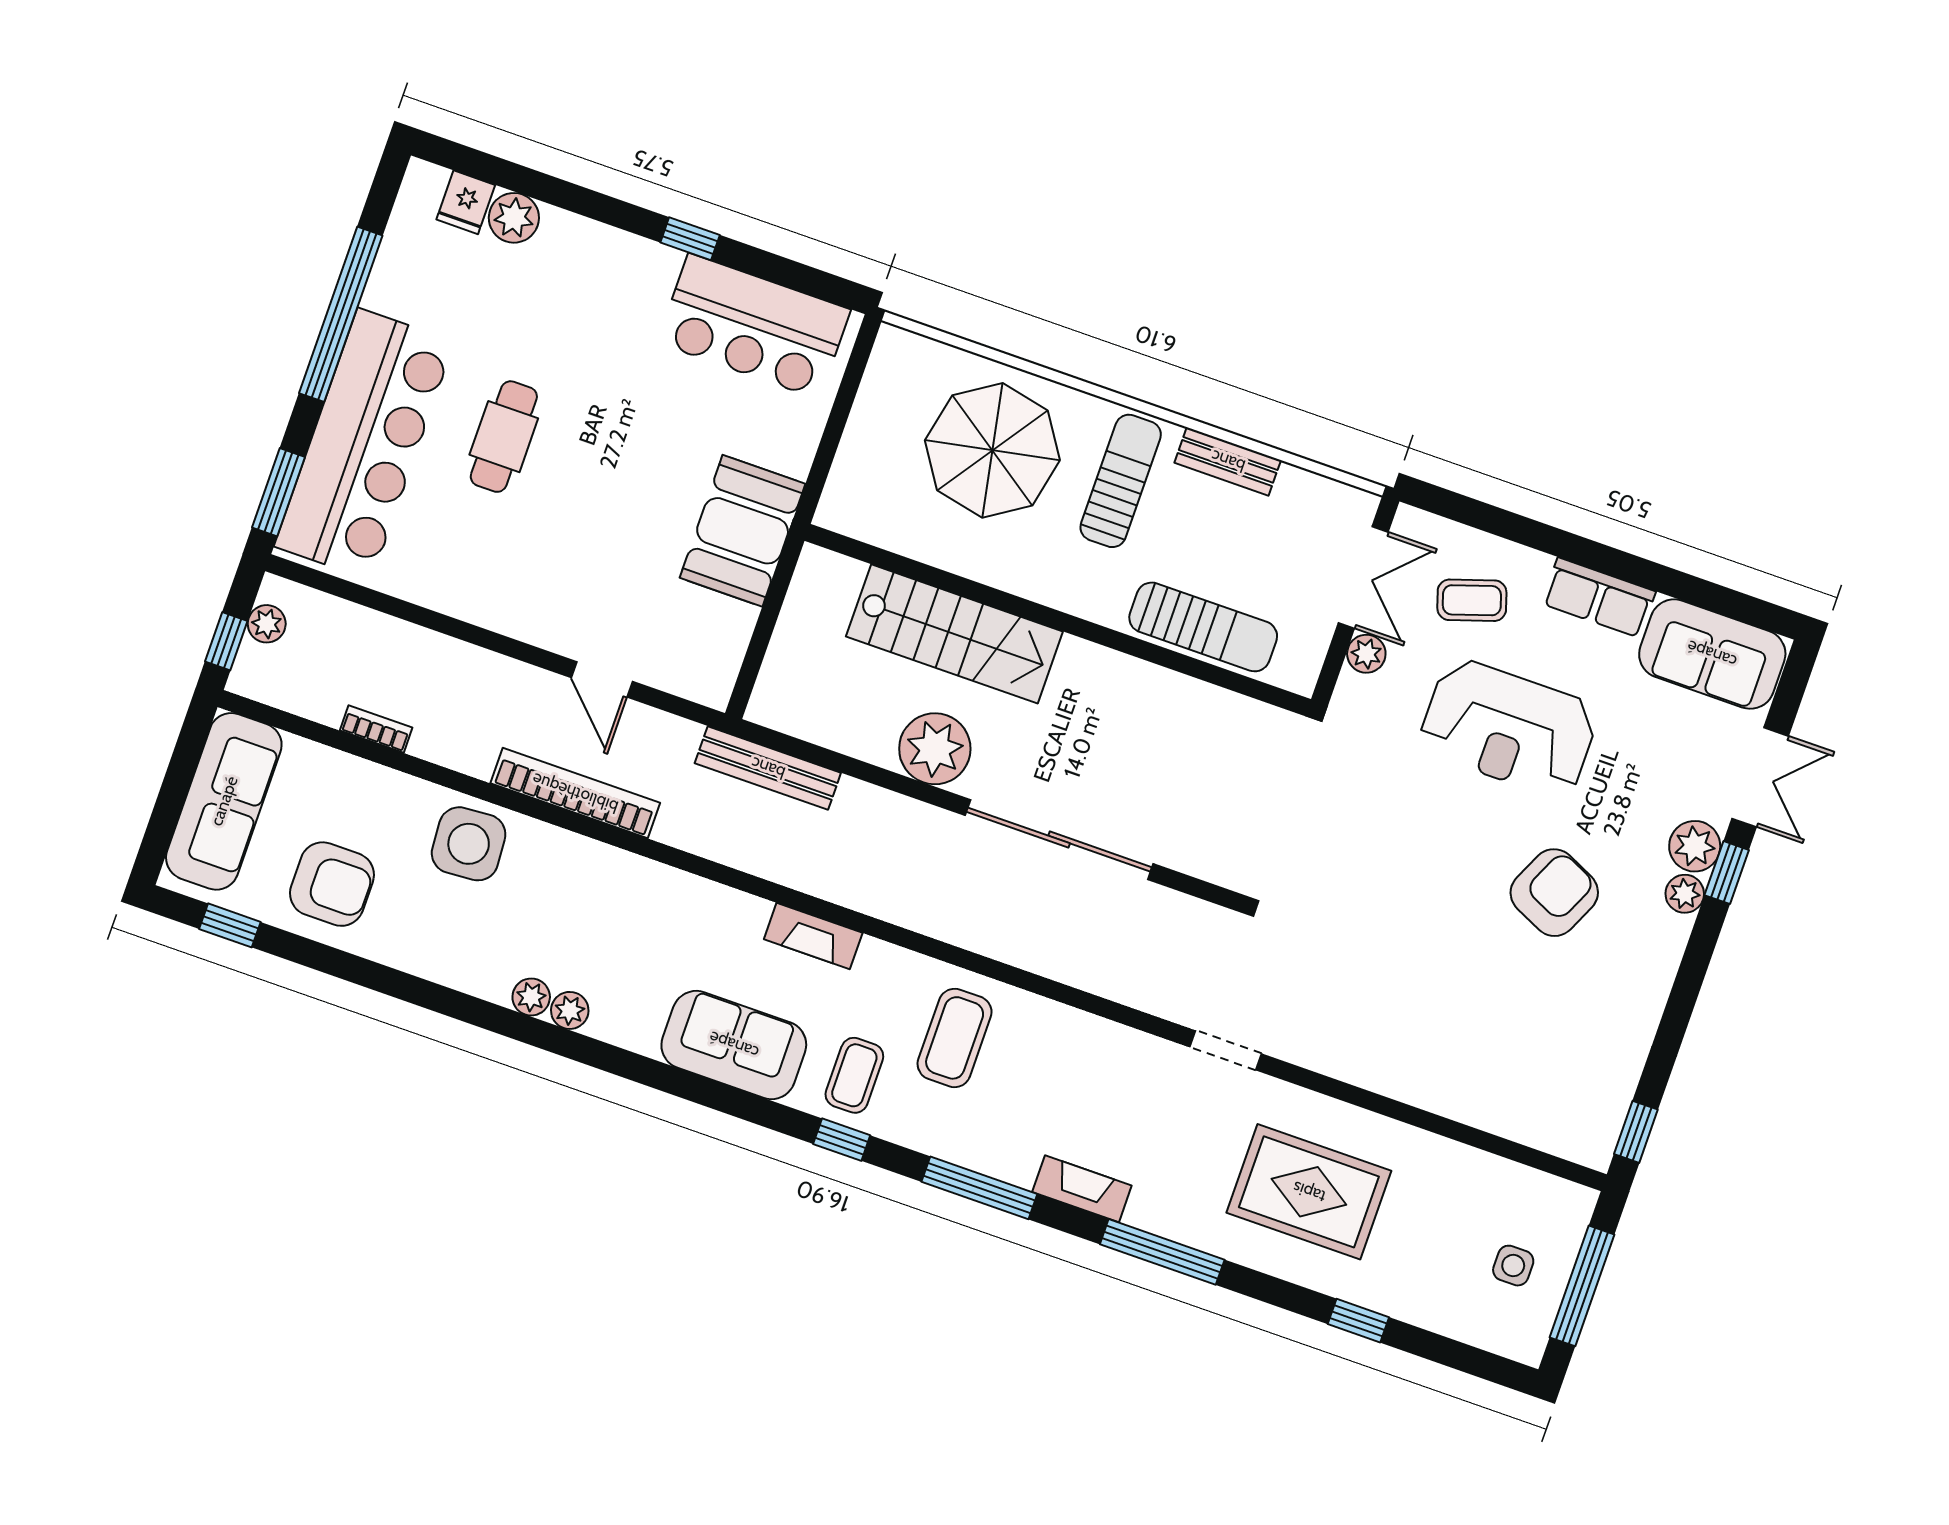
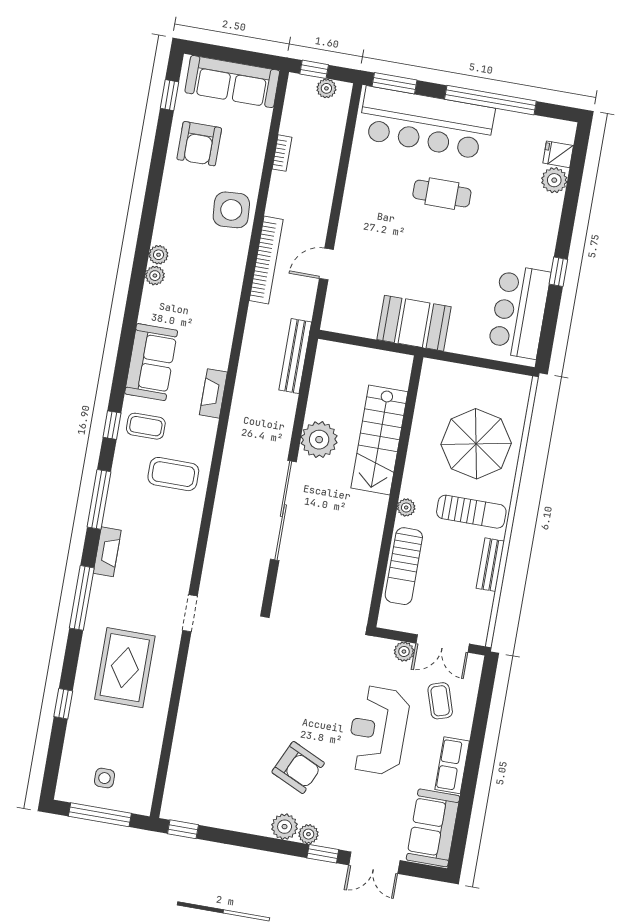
plant: (1092, 604) -> (406, 507), added
plant: (1695, 846) -> (285, 827), moved

